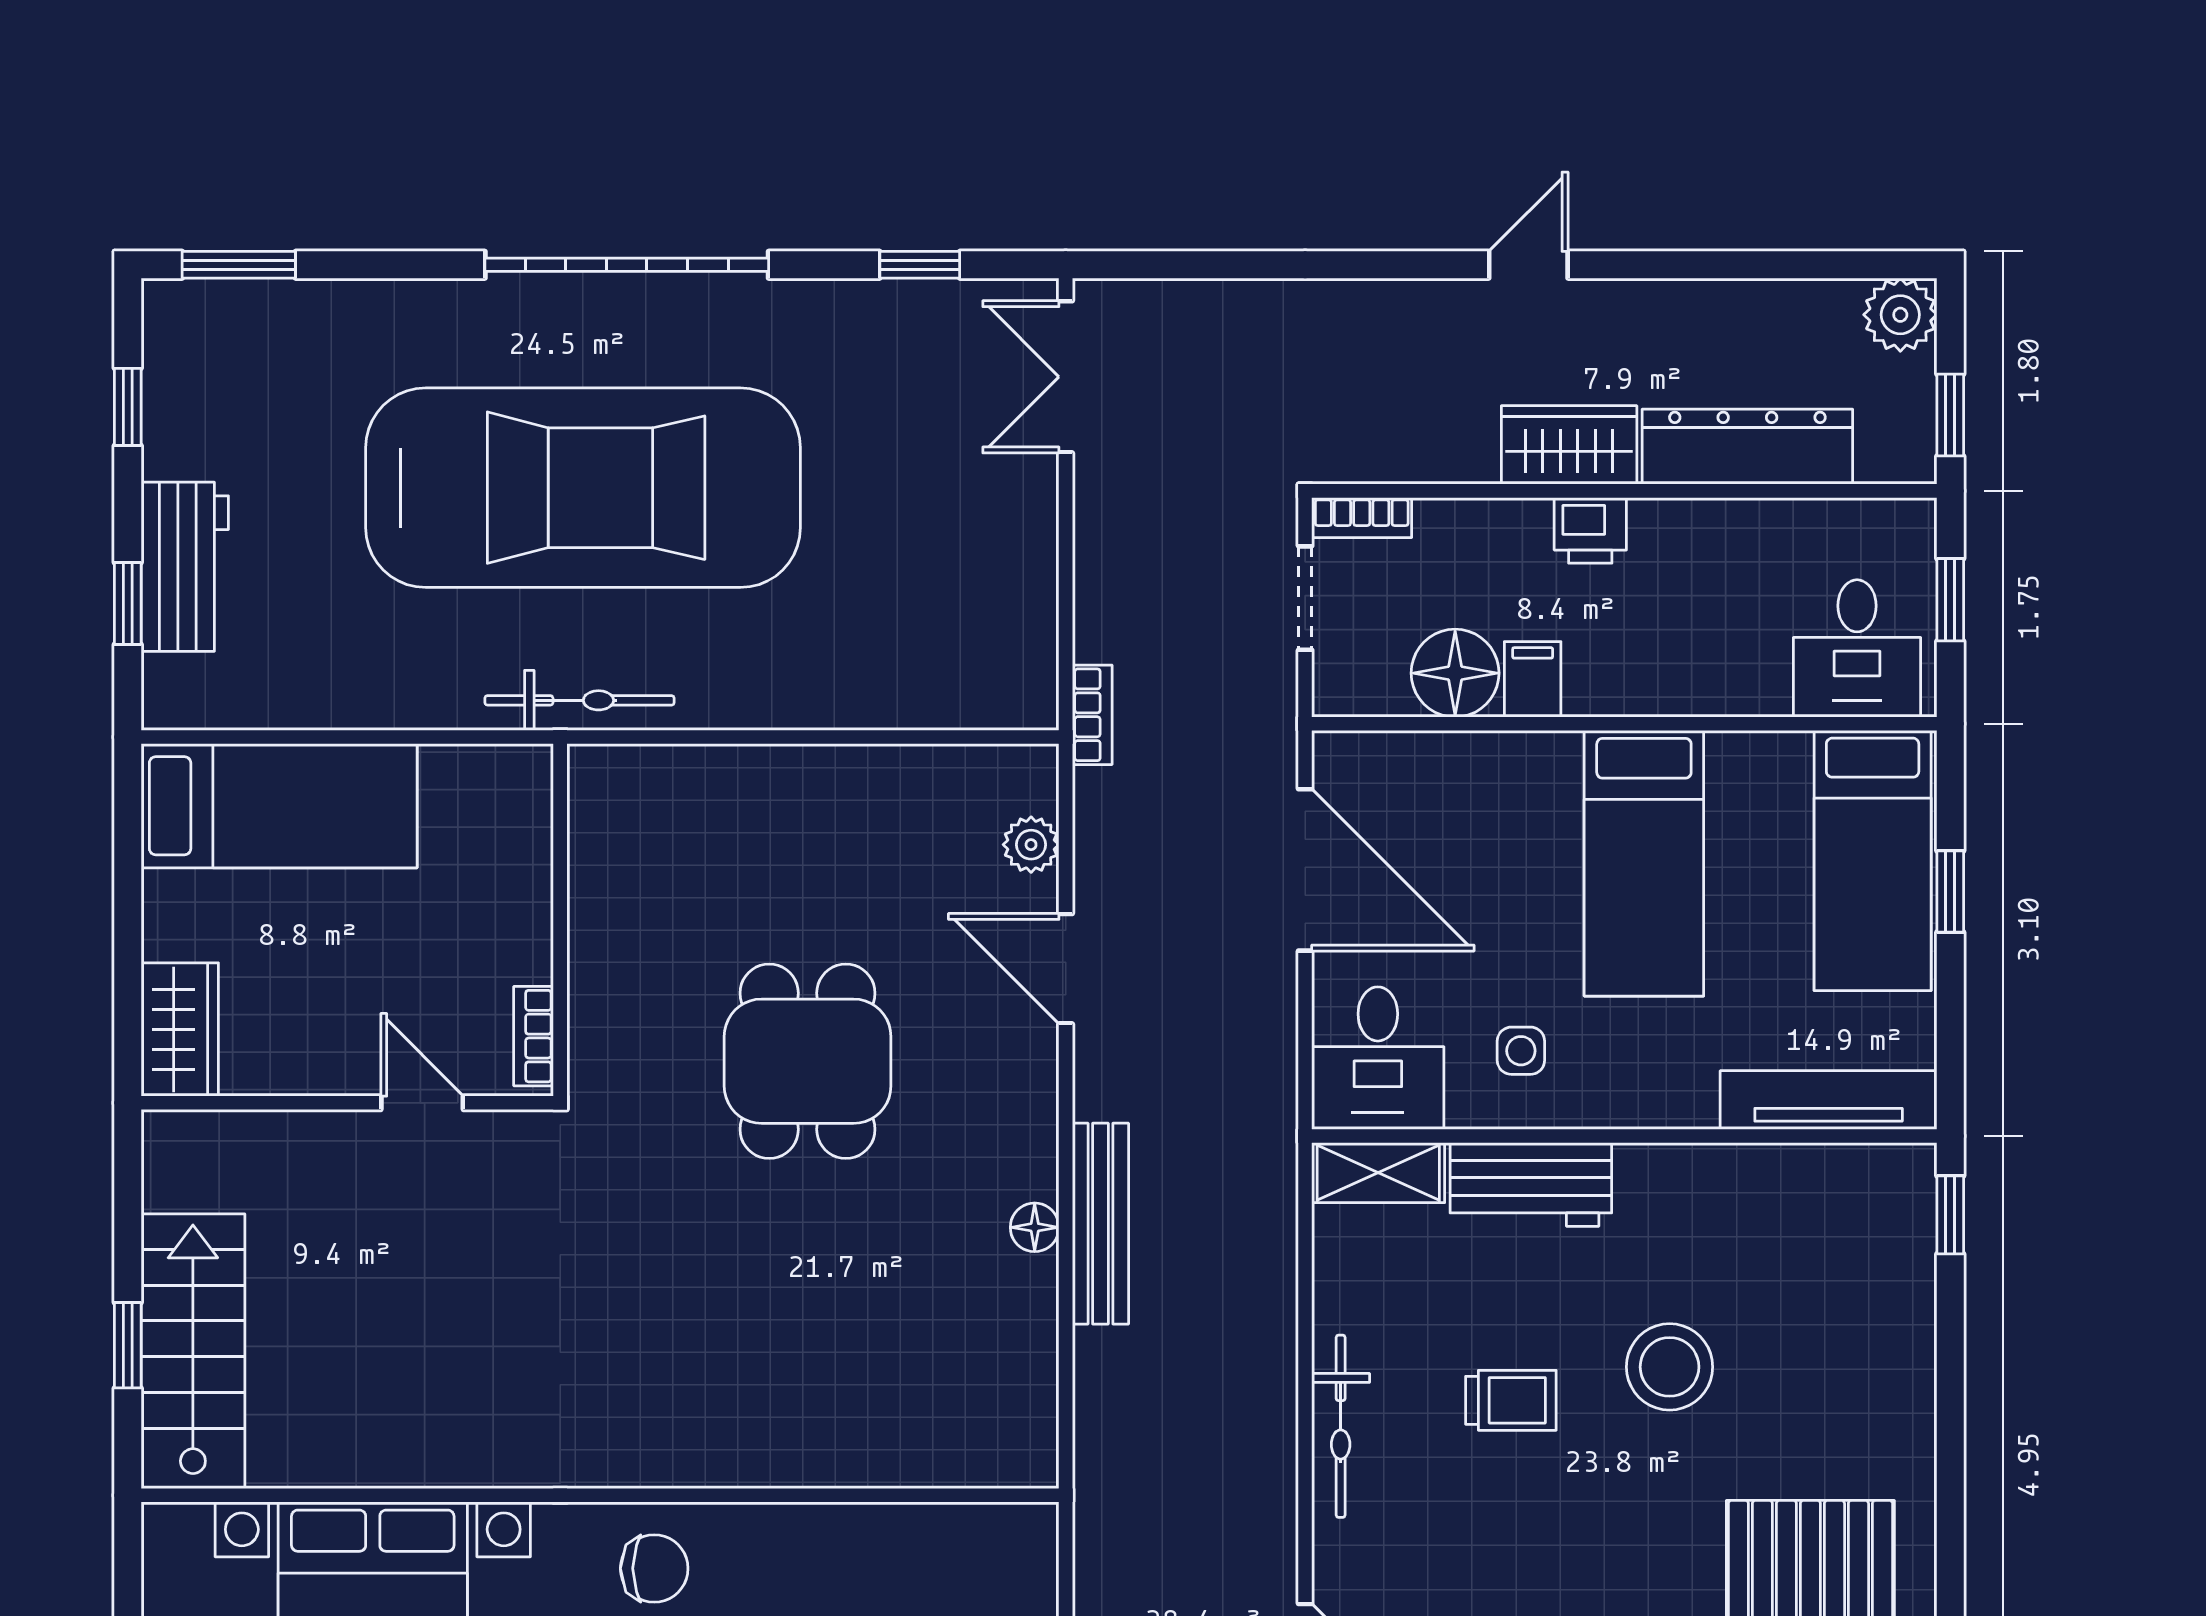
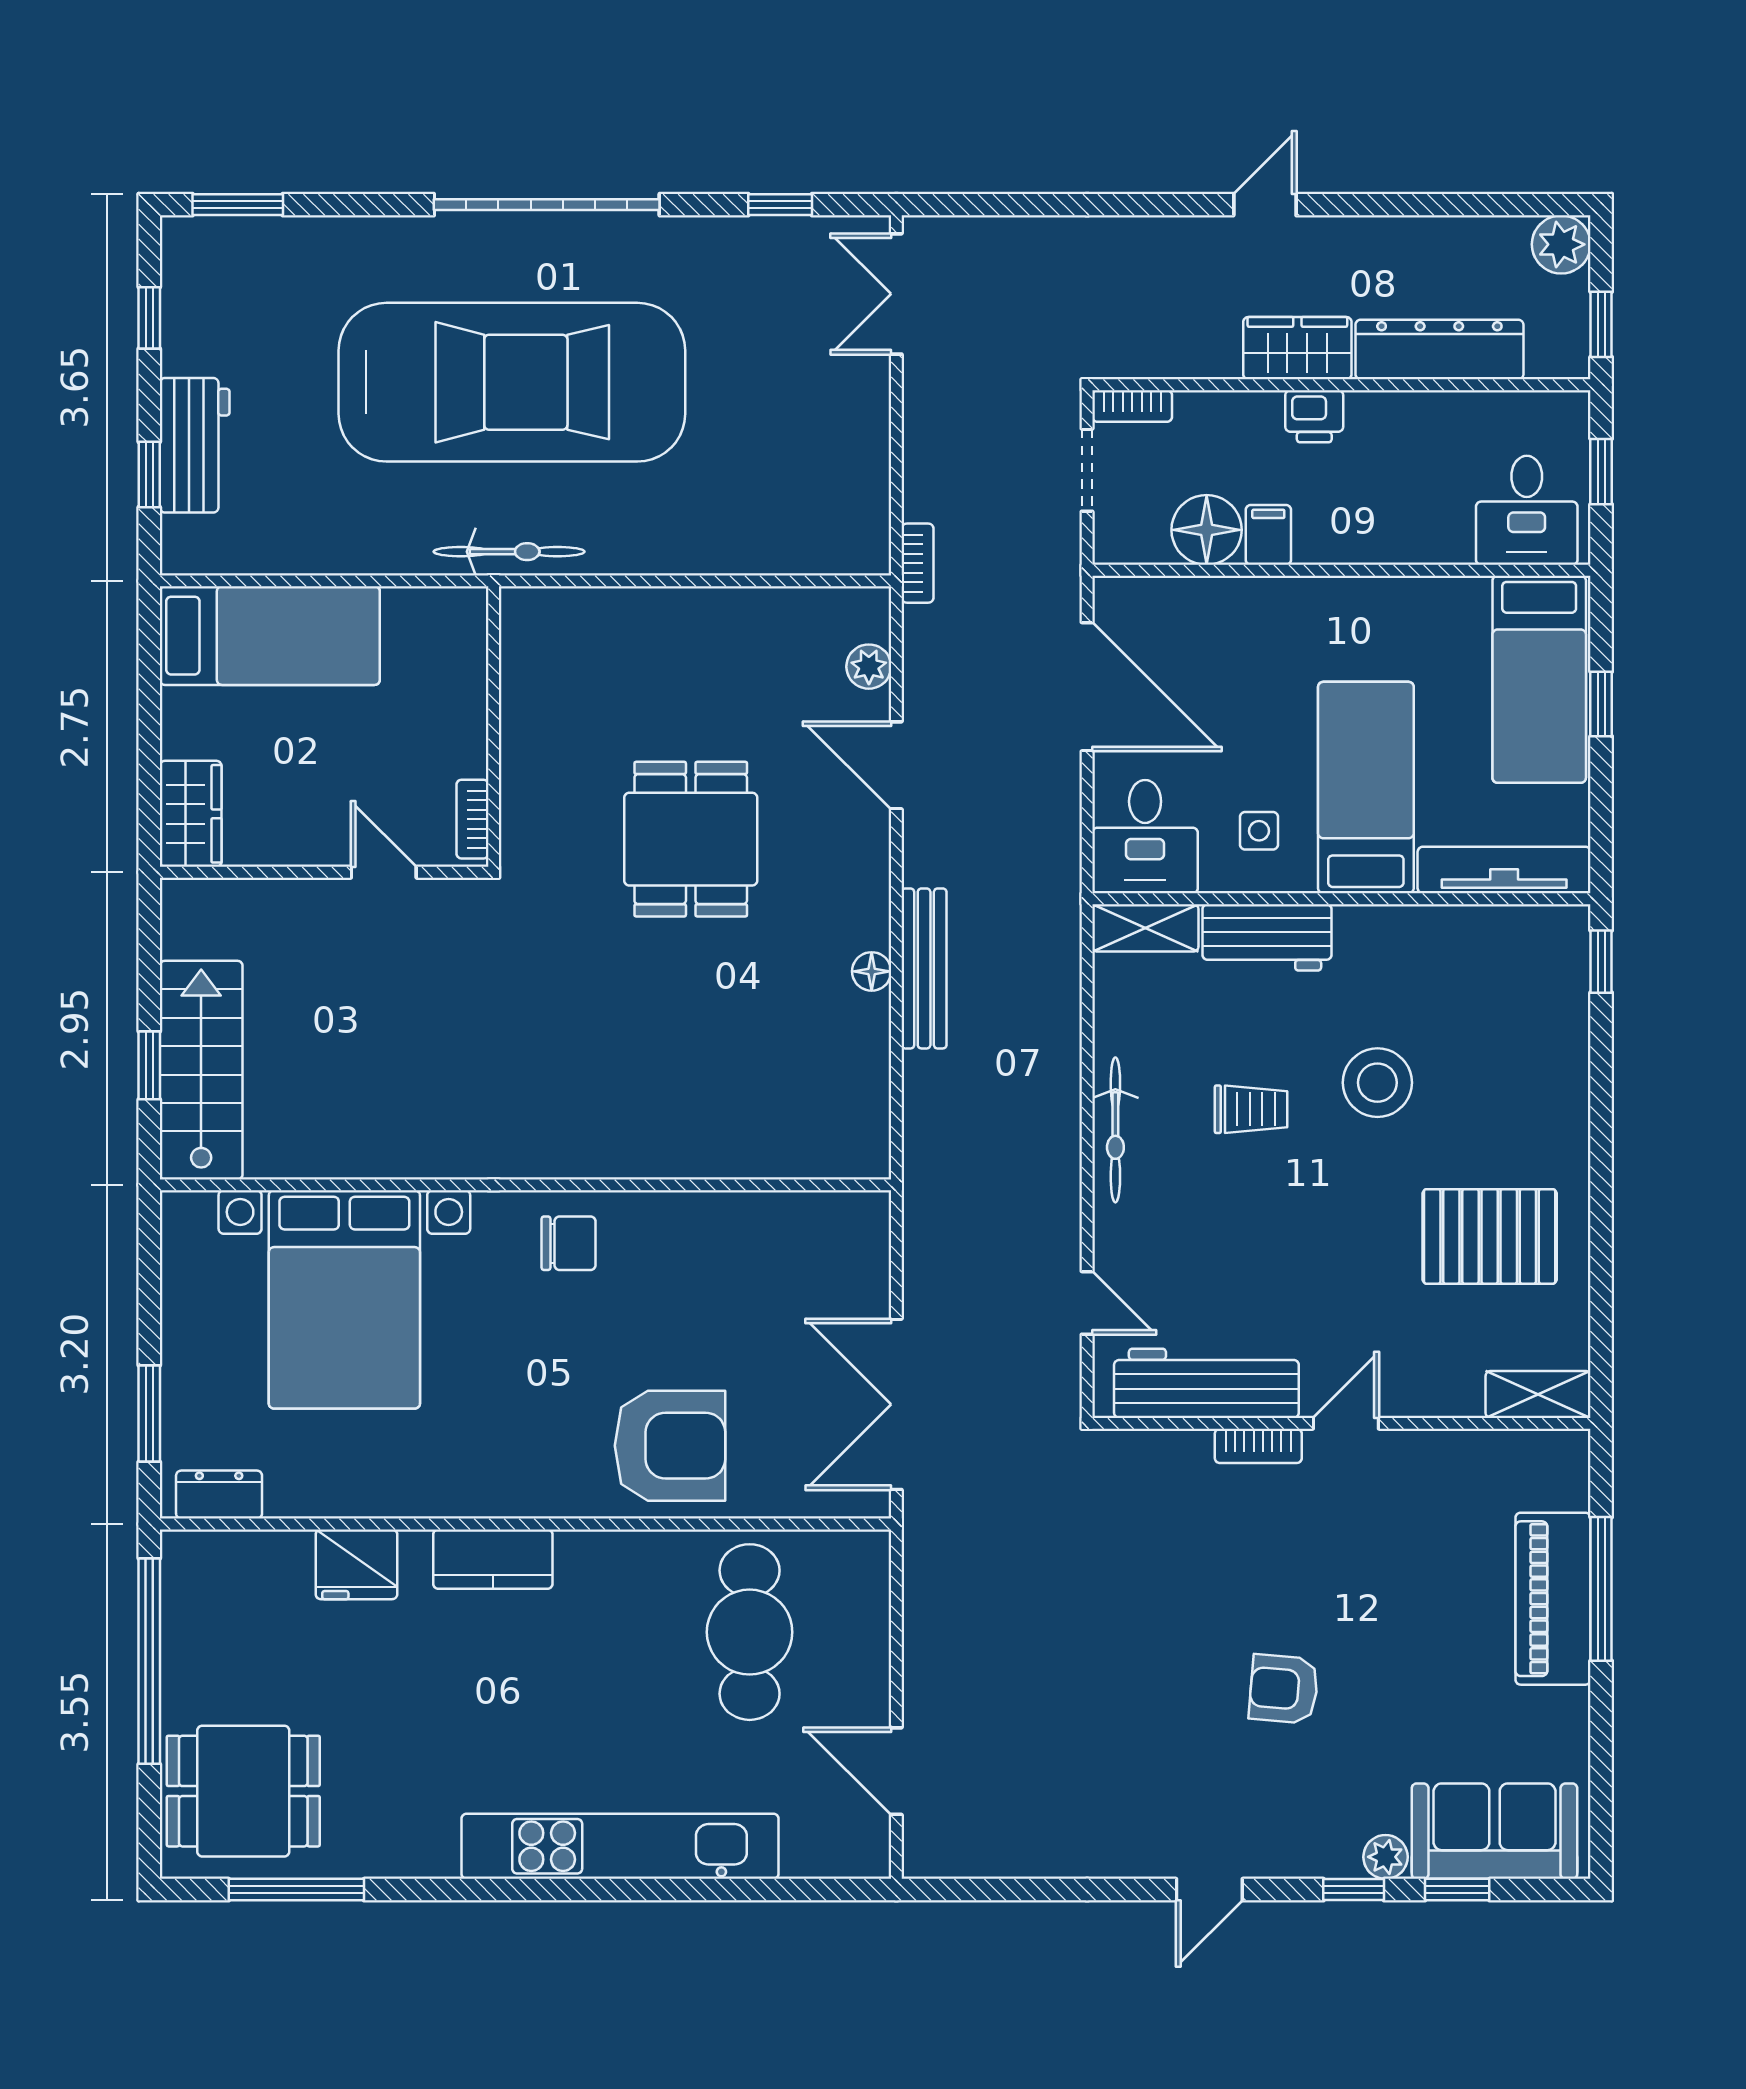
bed: (1644, 863) -> (1366, 788), moved, turned 180

